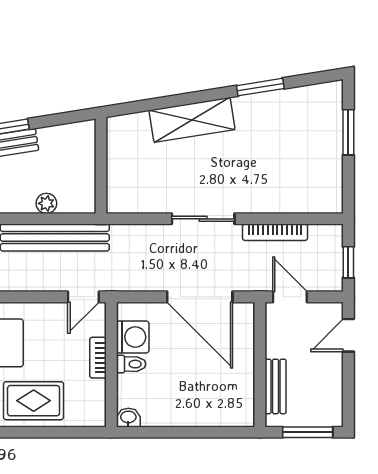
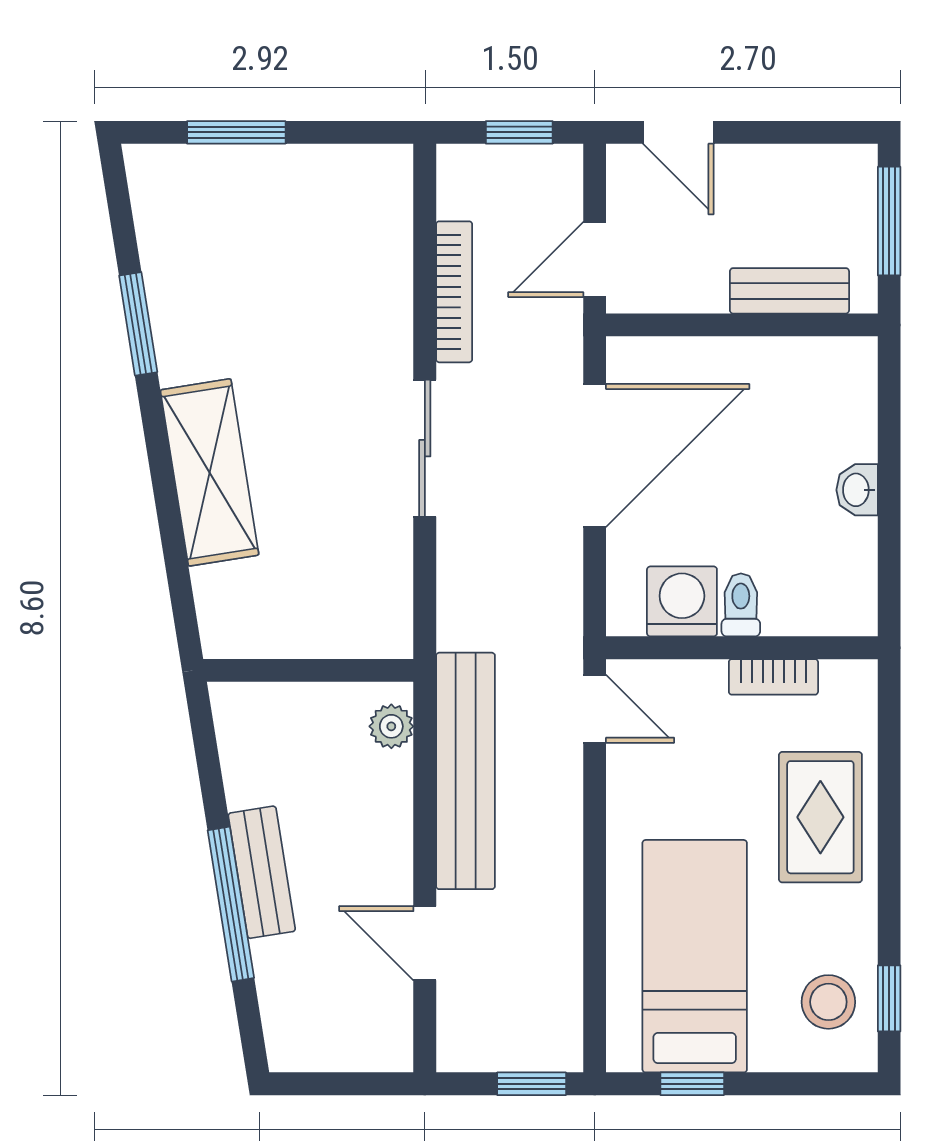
plant: (46, 203) -> (391, 726), moved
bookcase: (98, 358) -> (773, 677), moved
washbasin: (128, 418) -> (857, 490), moved

